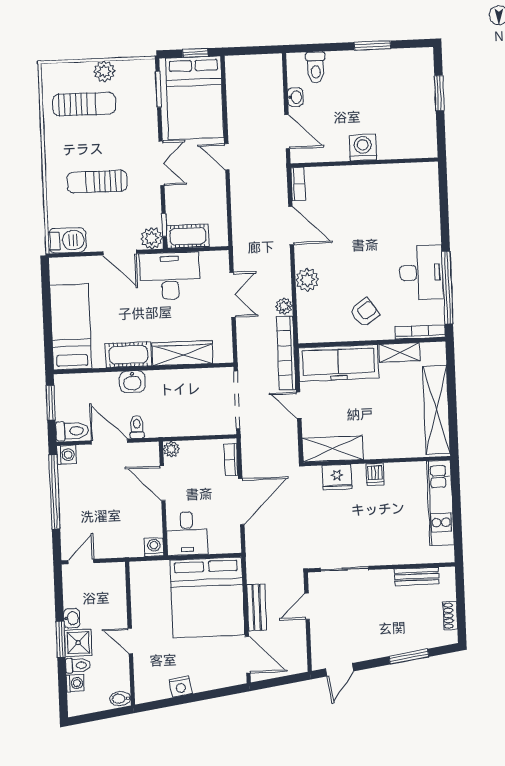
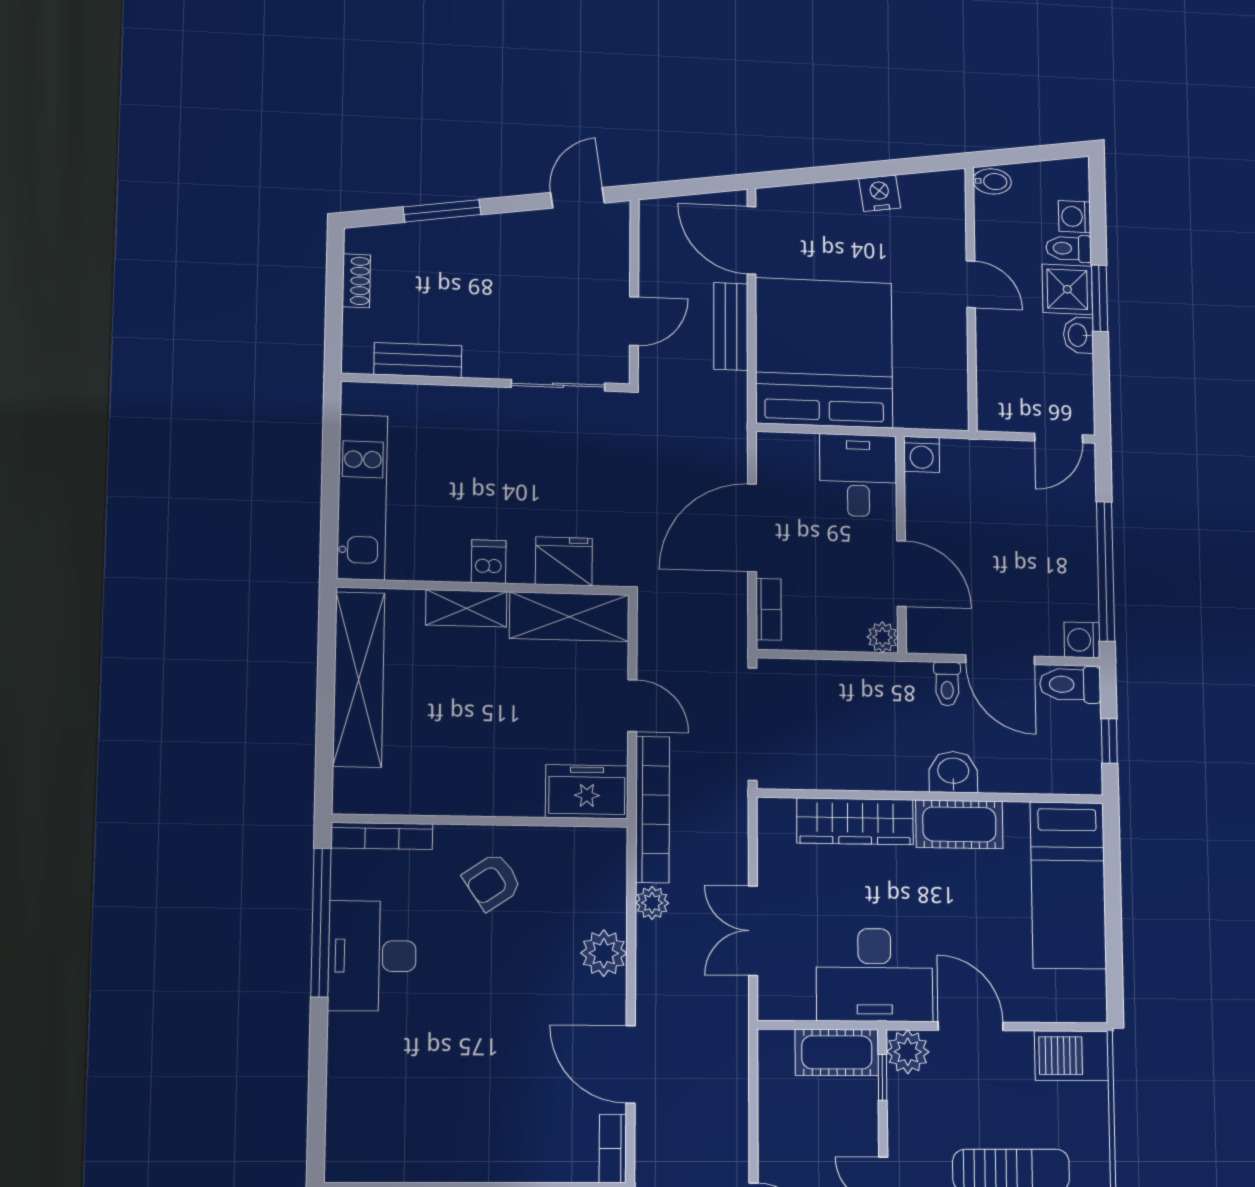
shelving: (399, 352) -> (466, 608), moved
freezer: (338, 363) -> (587, 792), width x0.52, depth x0.79
window: (51, 403) -> (1109, 741), width x0.67

